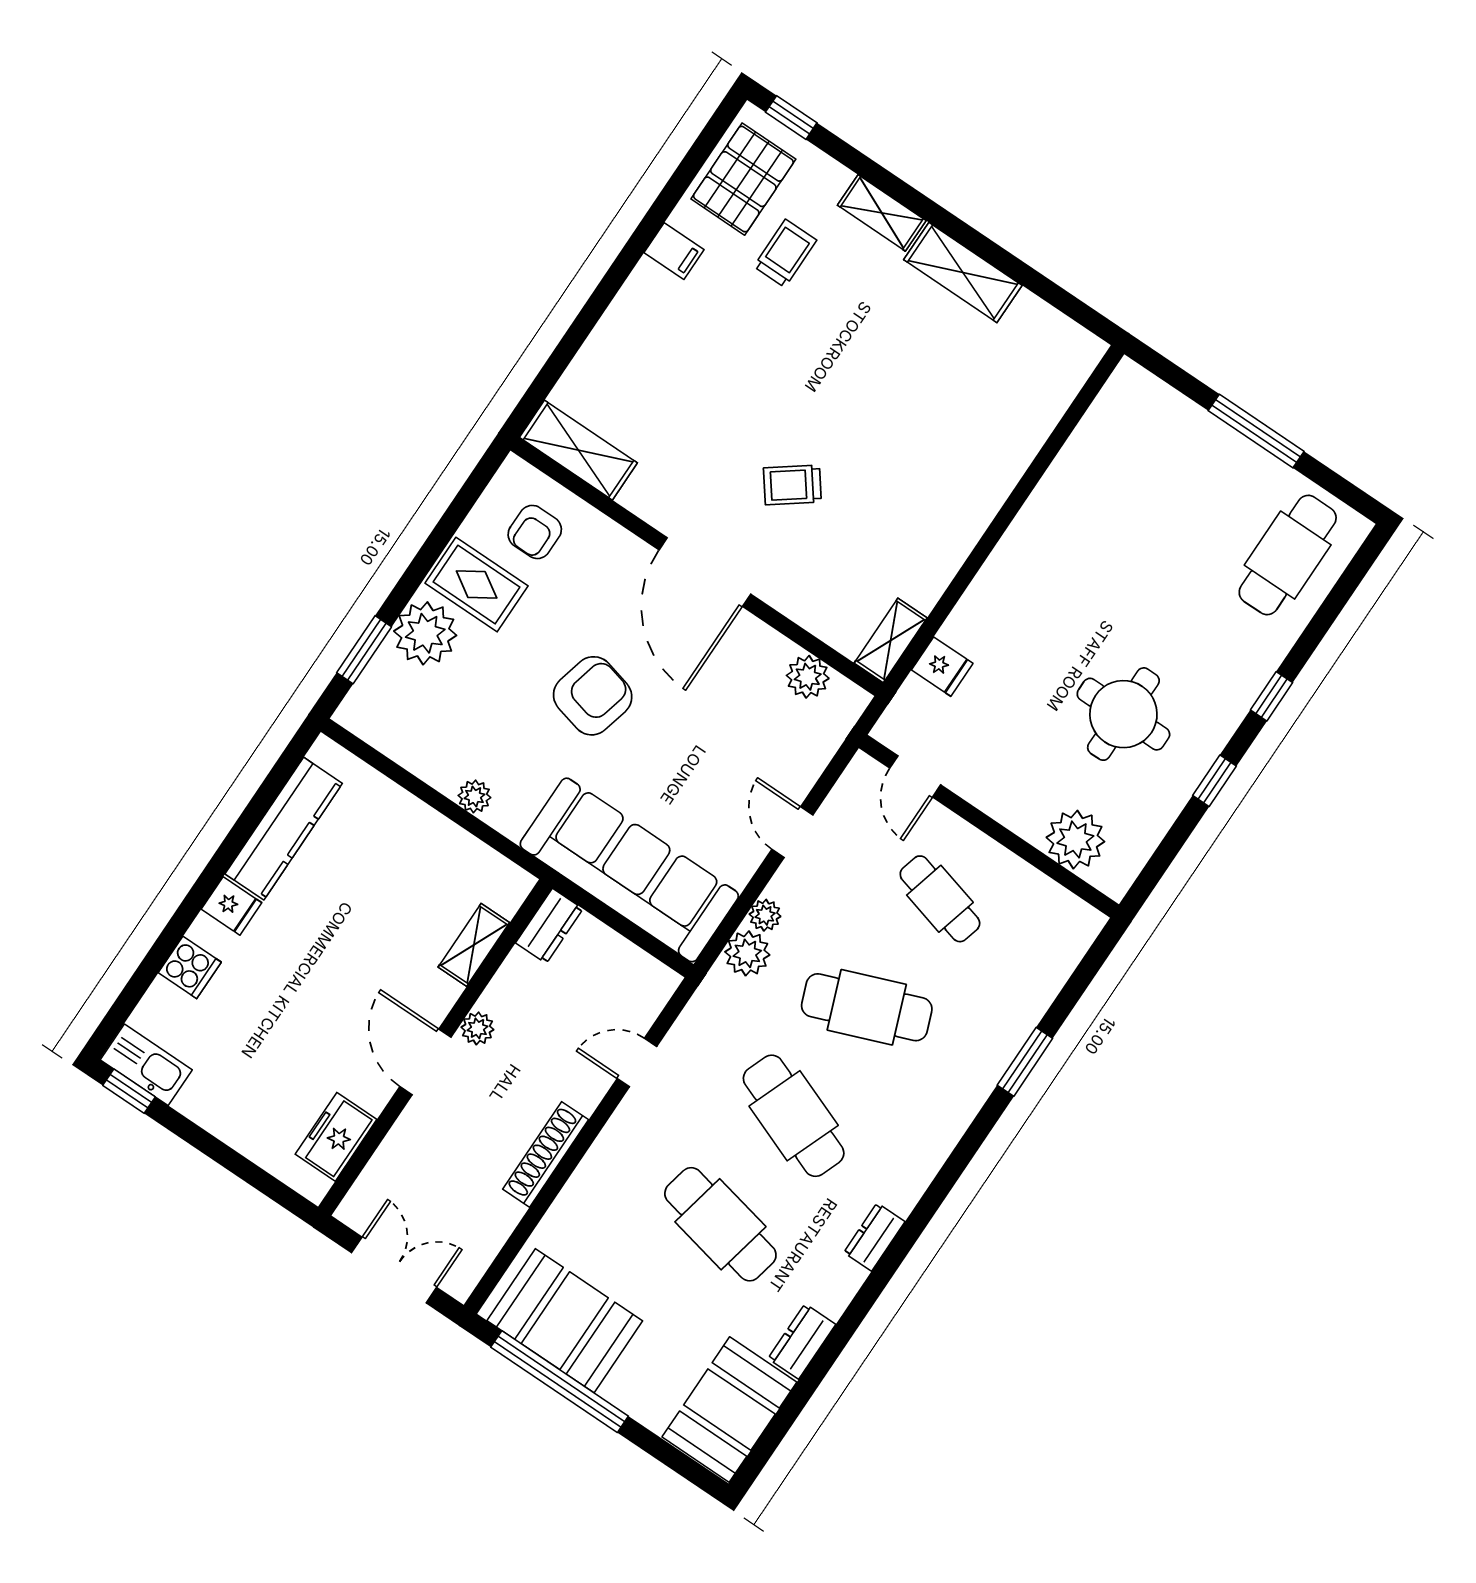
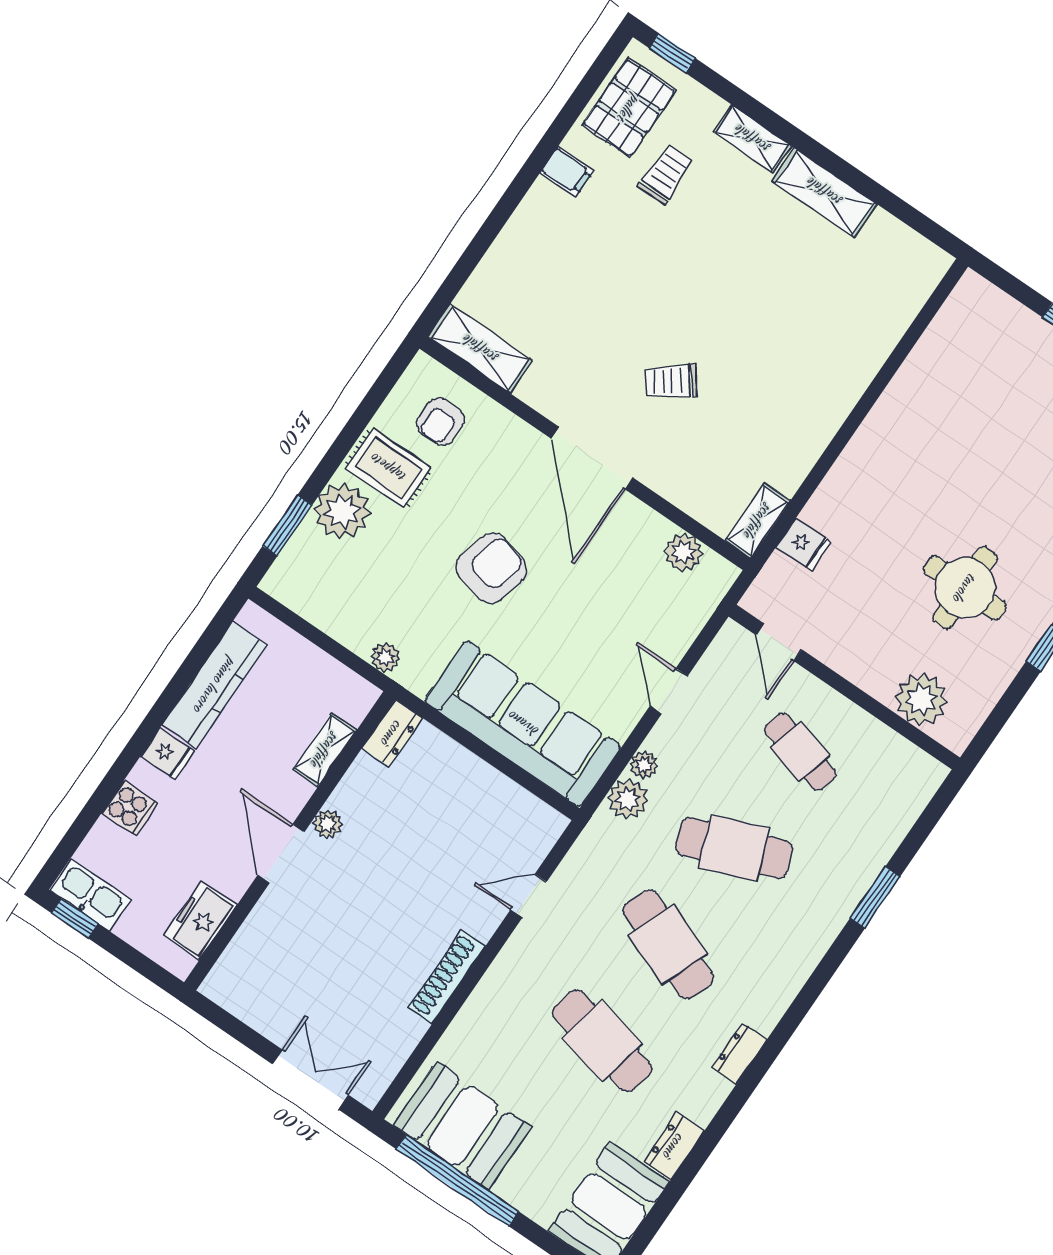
dresser: (549, 926) -> (392, 733), moved
shelving: (474, 945) -> (325, 750), moved
plant: (477, 1028) -> (328, 824), moved
wall: (435, 1047) -> (290, 841), moved
door: (425, 1062) -> (281, 854), moved
freezer: (336, 1137) -> (201, 920), moved

